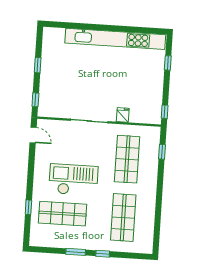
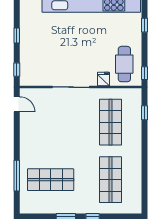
cafe table: (145, 101) -> (124, 64), added
checkout: (73, 180) -> (59, 146), removed
window: (28, 207) -> (17, 176), width x2.17

